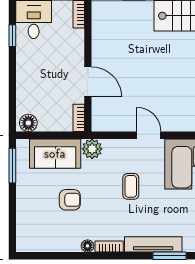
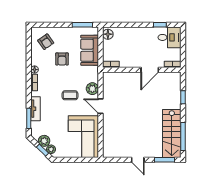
door: (88, 82) -> (150, 70), moved
door: (149, 135) -> (100, 106), swing flipped
plant: (92, 149) -> (92, 89), moved
armchair: (41, 227) -> (46, 42), added
tv unit: (153, 244) -> (35, 109), width x0.71

